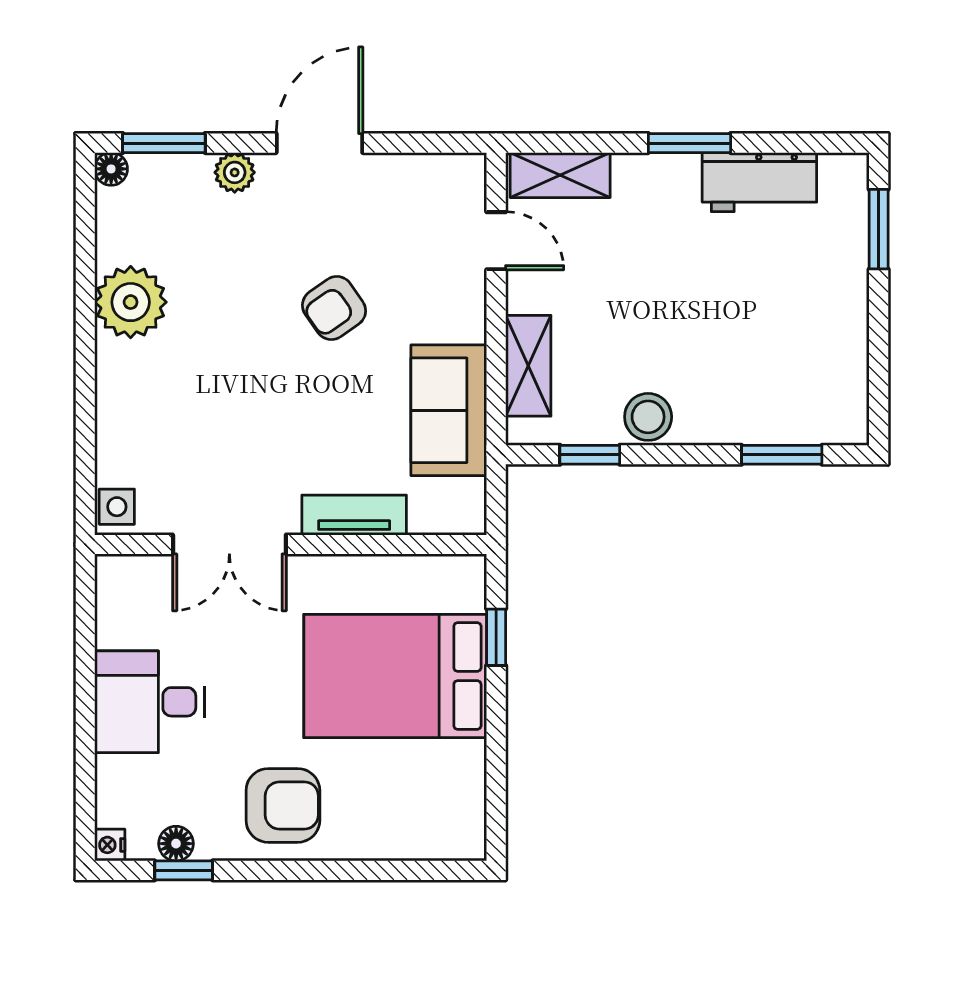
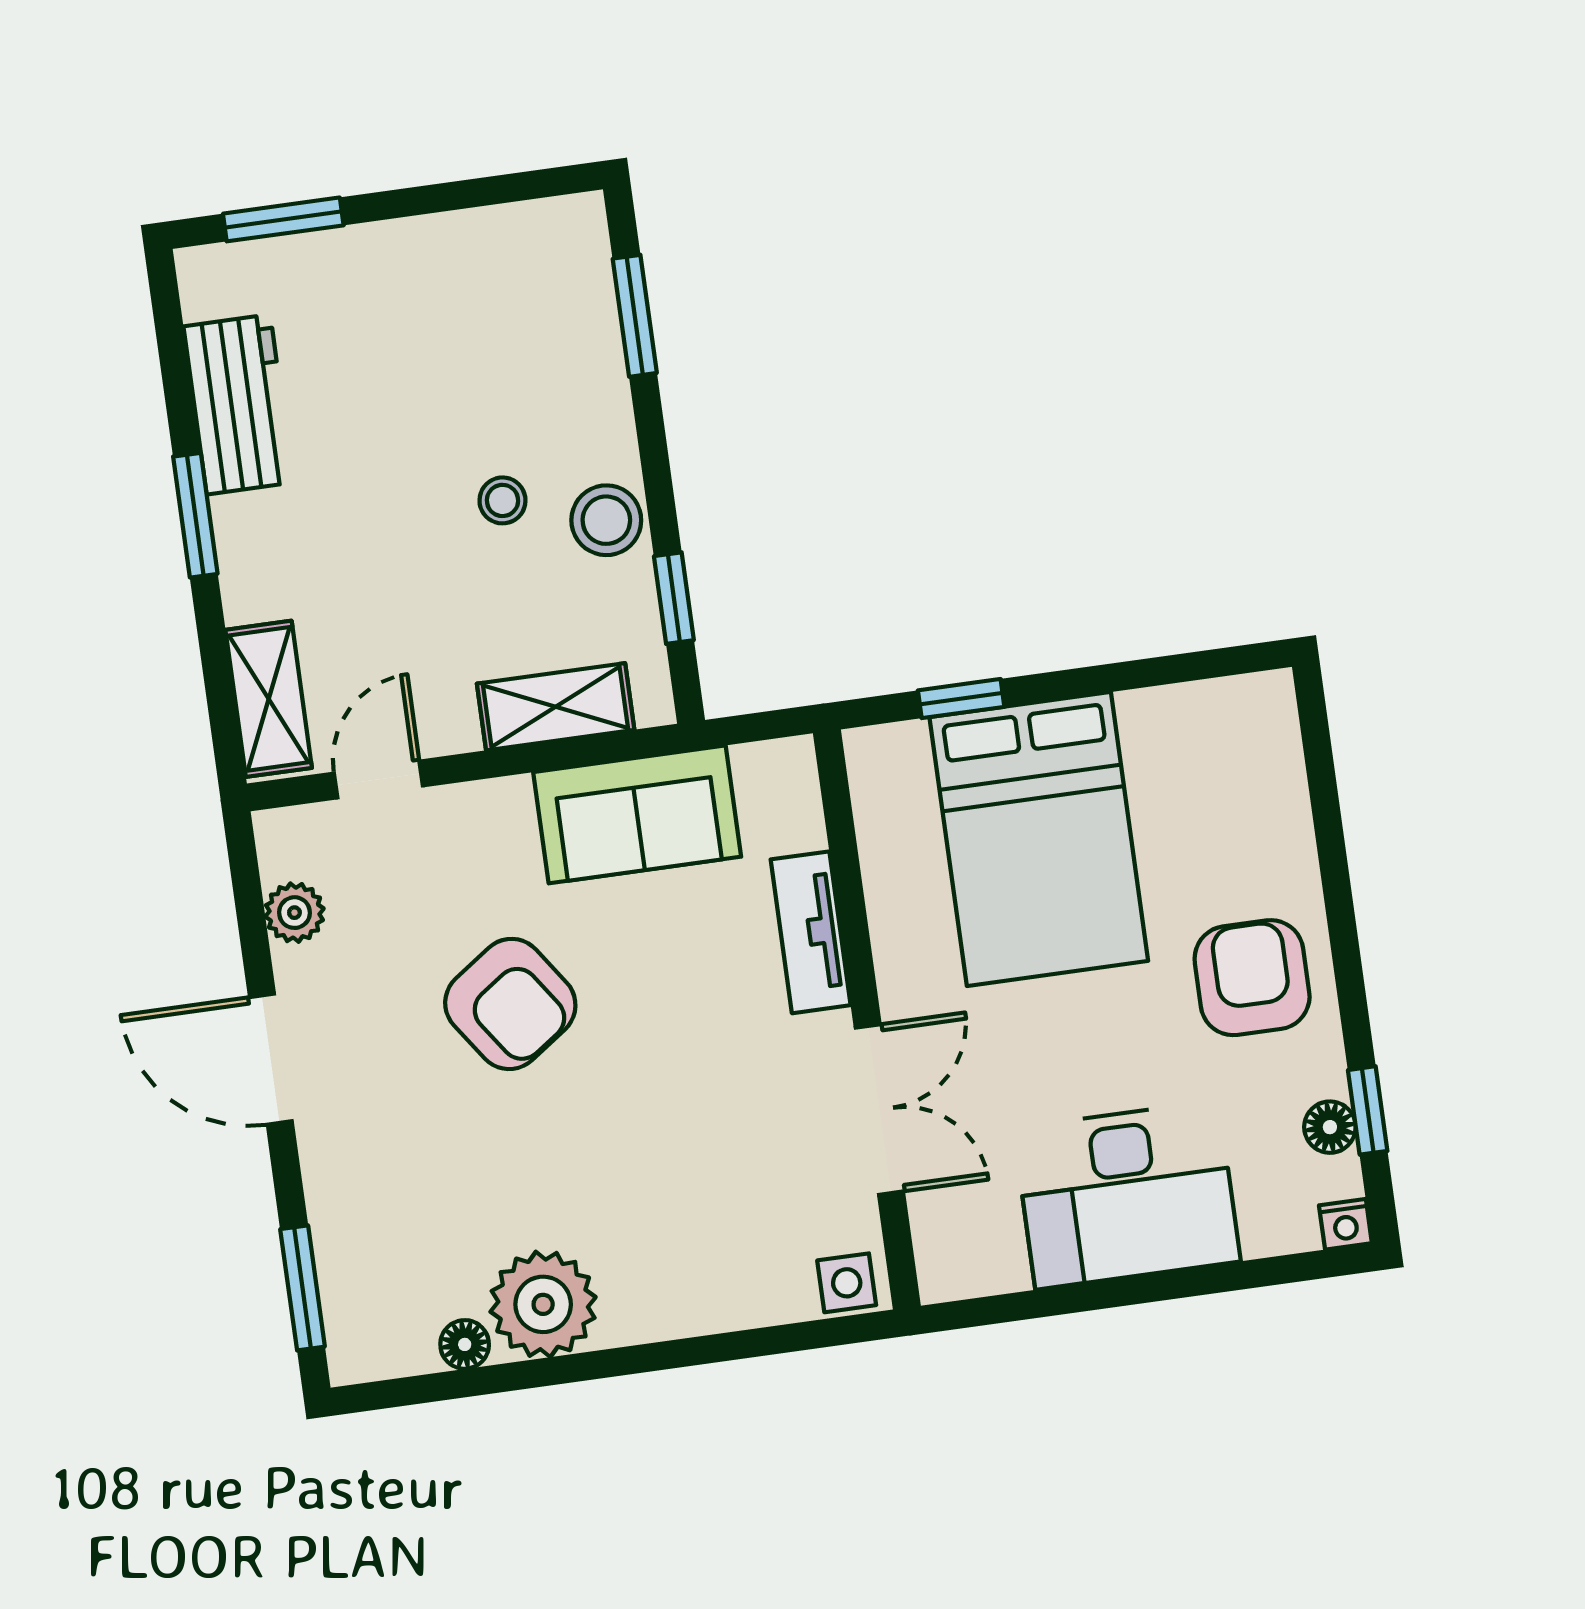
floor lamp: (111, 169) -> (465, 1344), moved
plant: (235, 172) -> (294, 913), moved
armchair: (334, 308) -> (510, 1004), width x1.38, depth x1.38
stool: (671, 349) -> (502, 500), added
desk: (150, 702) -> (1127, 1195), width x1.37

